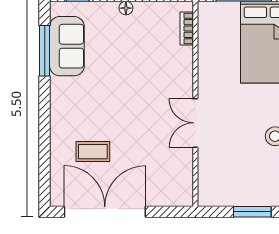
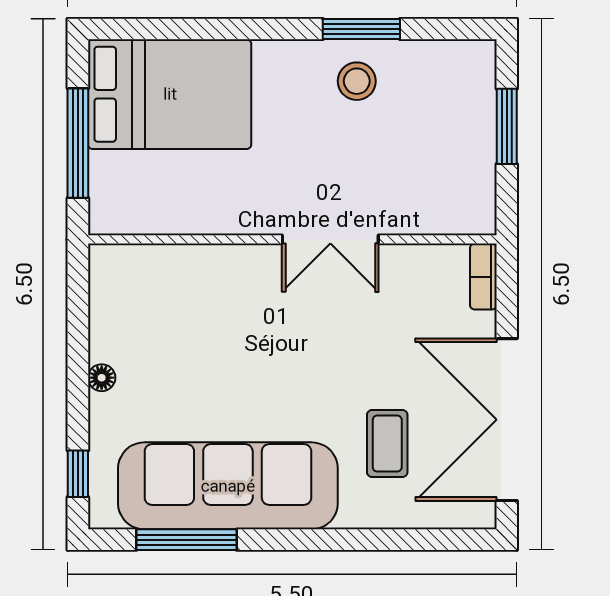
bookcase: (187, 29) -> (483, 277), moved, turned 90
sofa: (67, 46) -> (228, 486), width x1.85, depth x1.27

